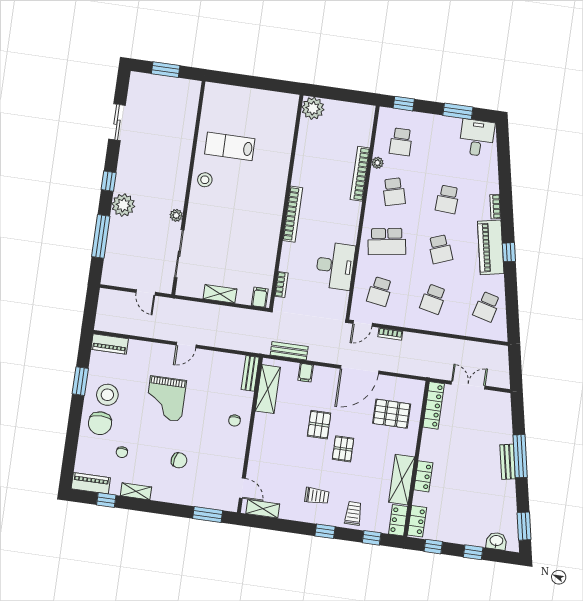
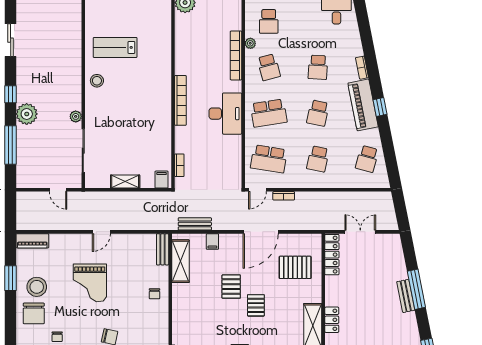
school desk: (440, 249) -> (318, 113), turned 33
desk: (335, 266) -> (225, 114), moved
school desk: (380, 291) -> (269, 159), width x1.85

